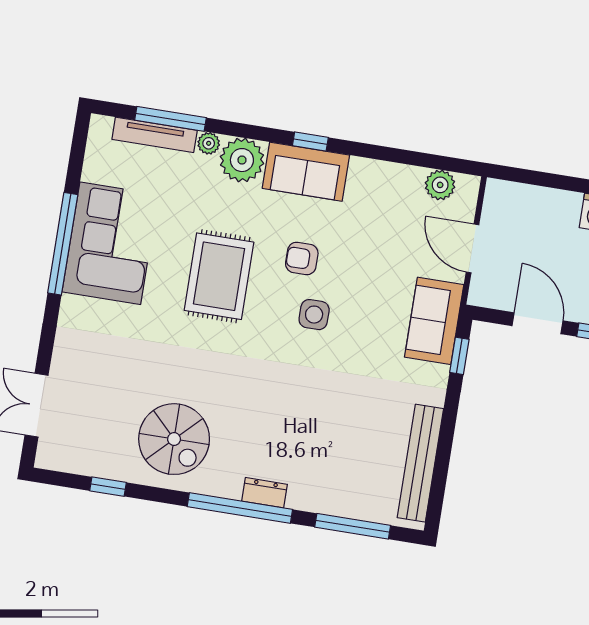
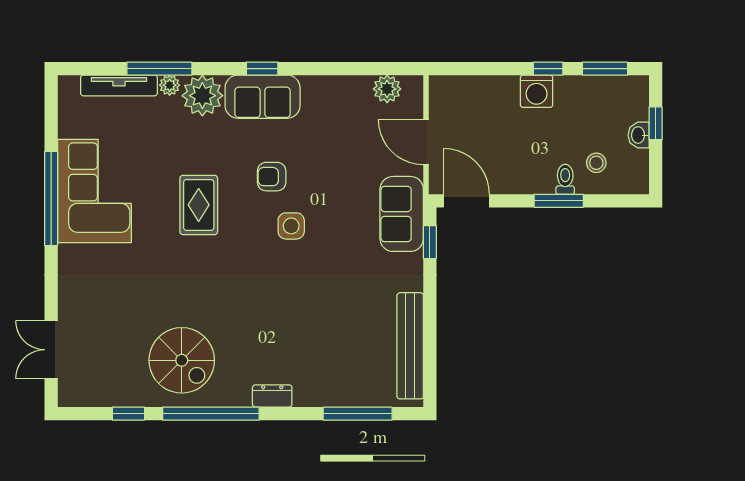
window: (170, 119) -> (159, 69), moved
rug: (219, 276) -> (199, 205), width x0.73, depth x0.70
door: (537, 323) -> (466, 201), moved
window: (240, 508) -> (211, 414), moved

